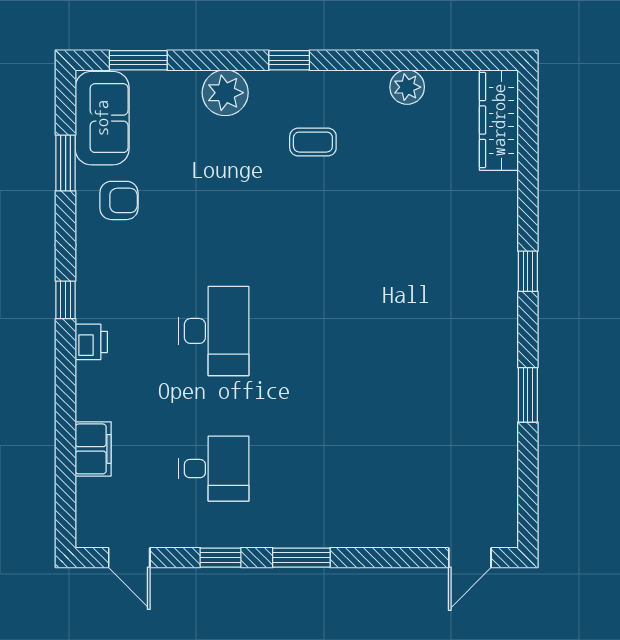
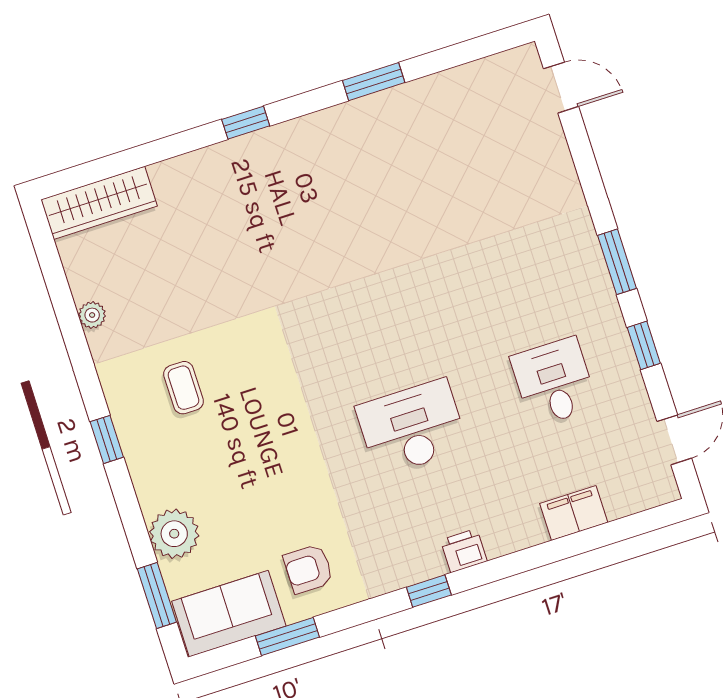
plant: (407, 87) -> (92, 315), width x0.73, depth x0.73
plant: (225, 93) -> (174, 534), moved
armchair: (119, 200) -> (308, 569), turned -90

